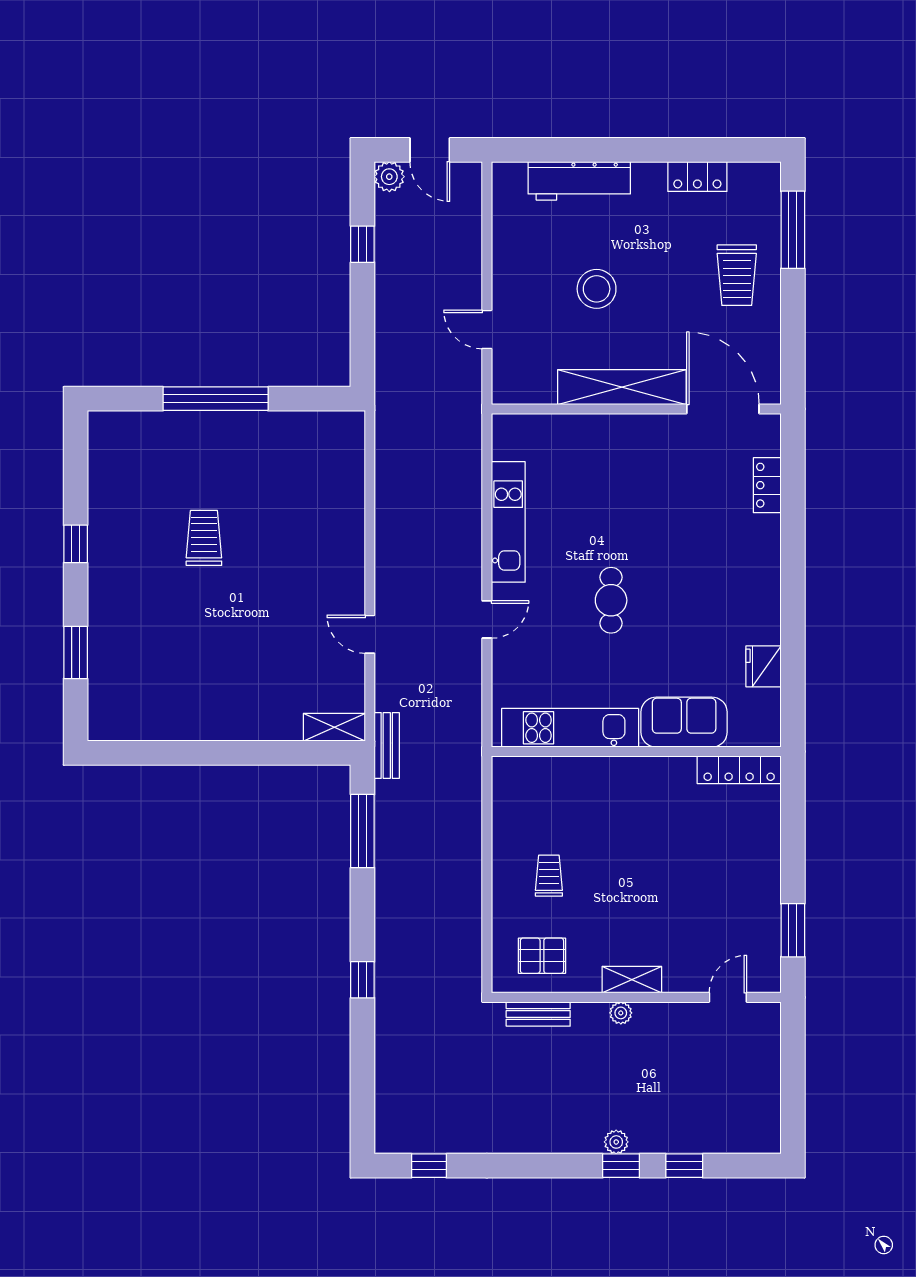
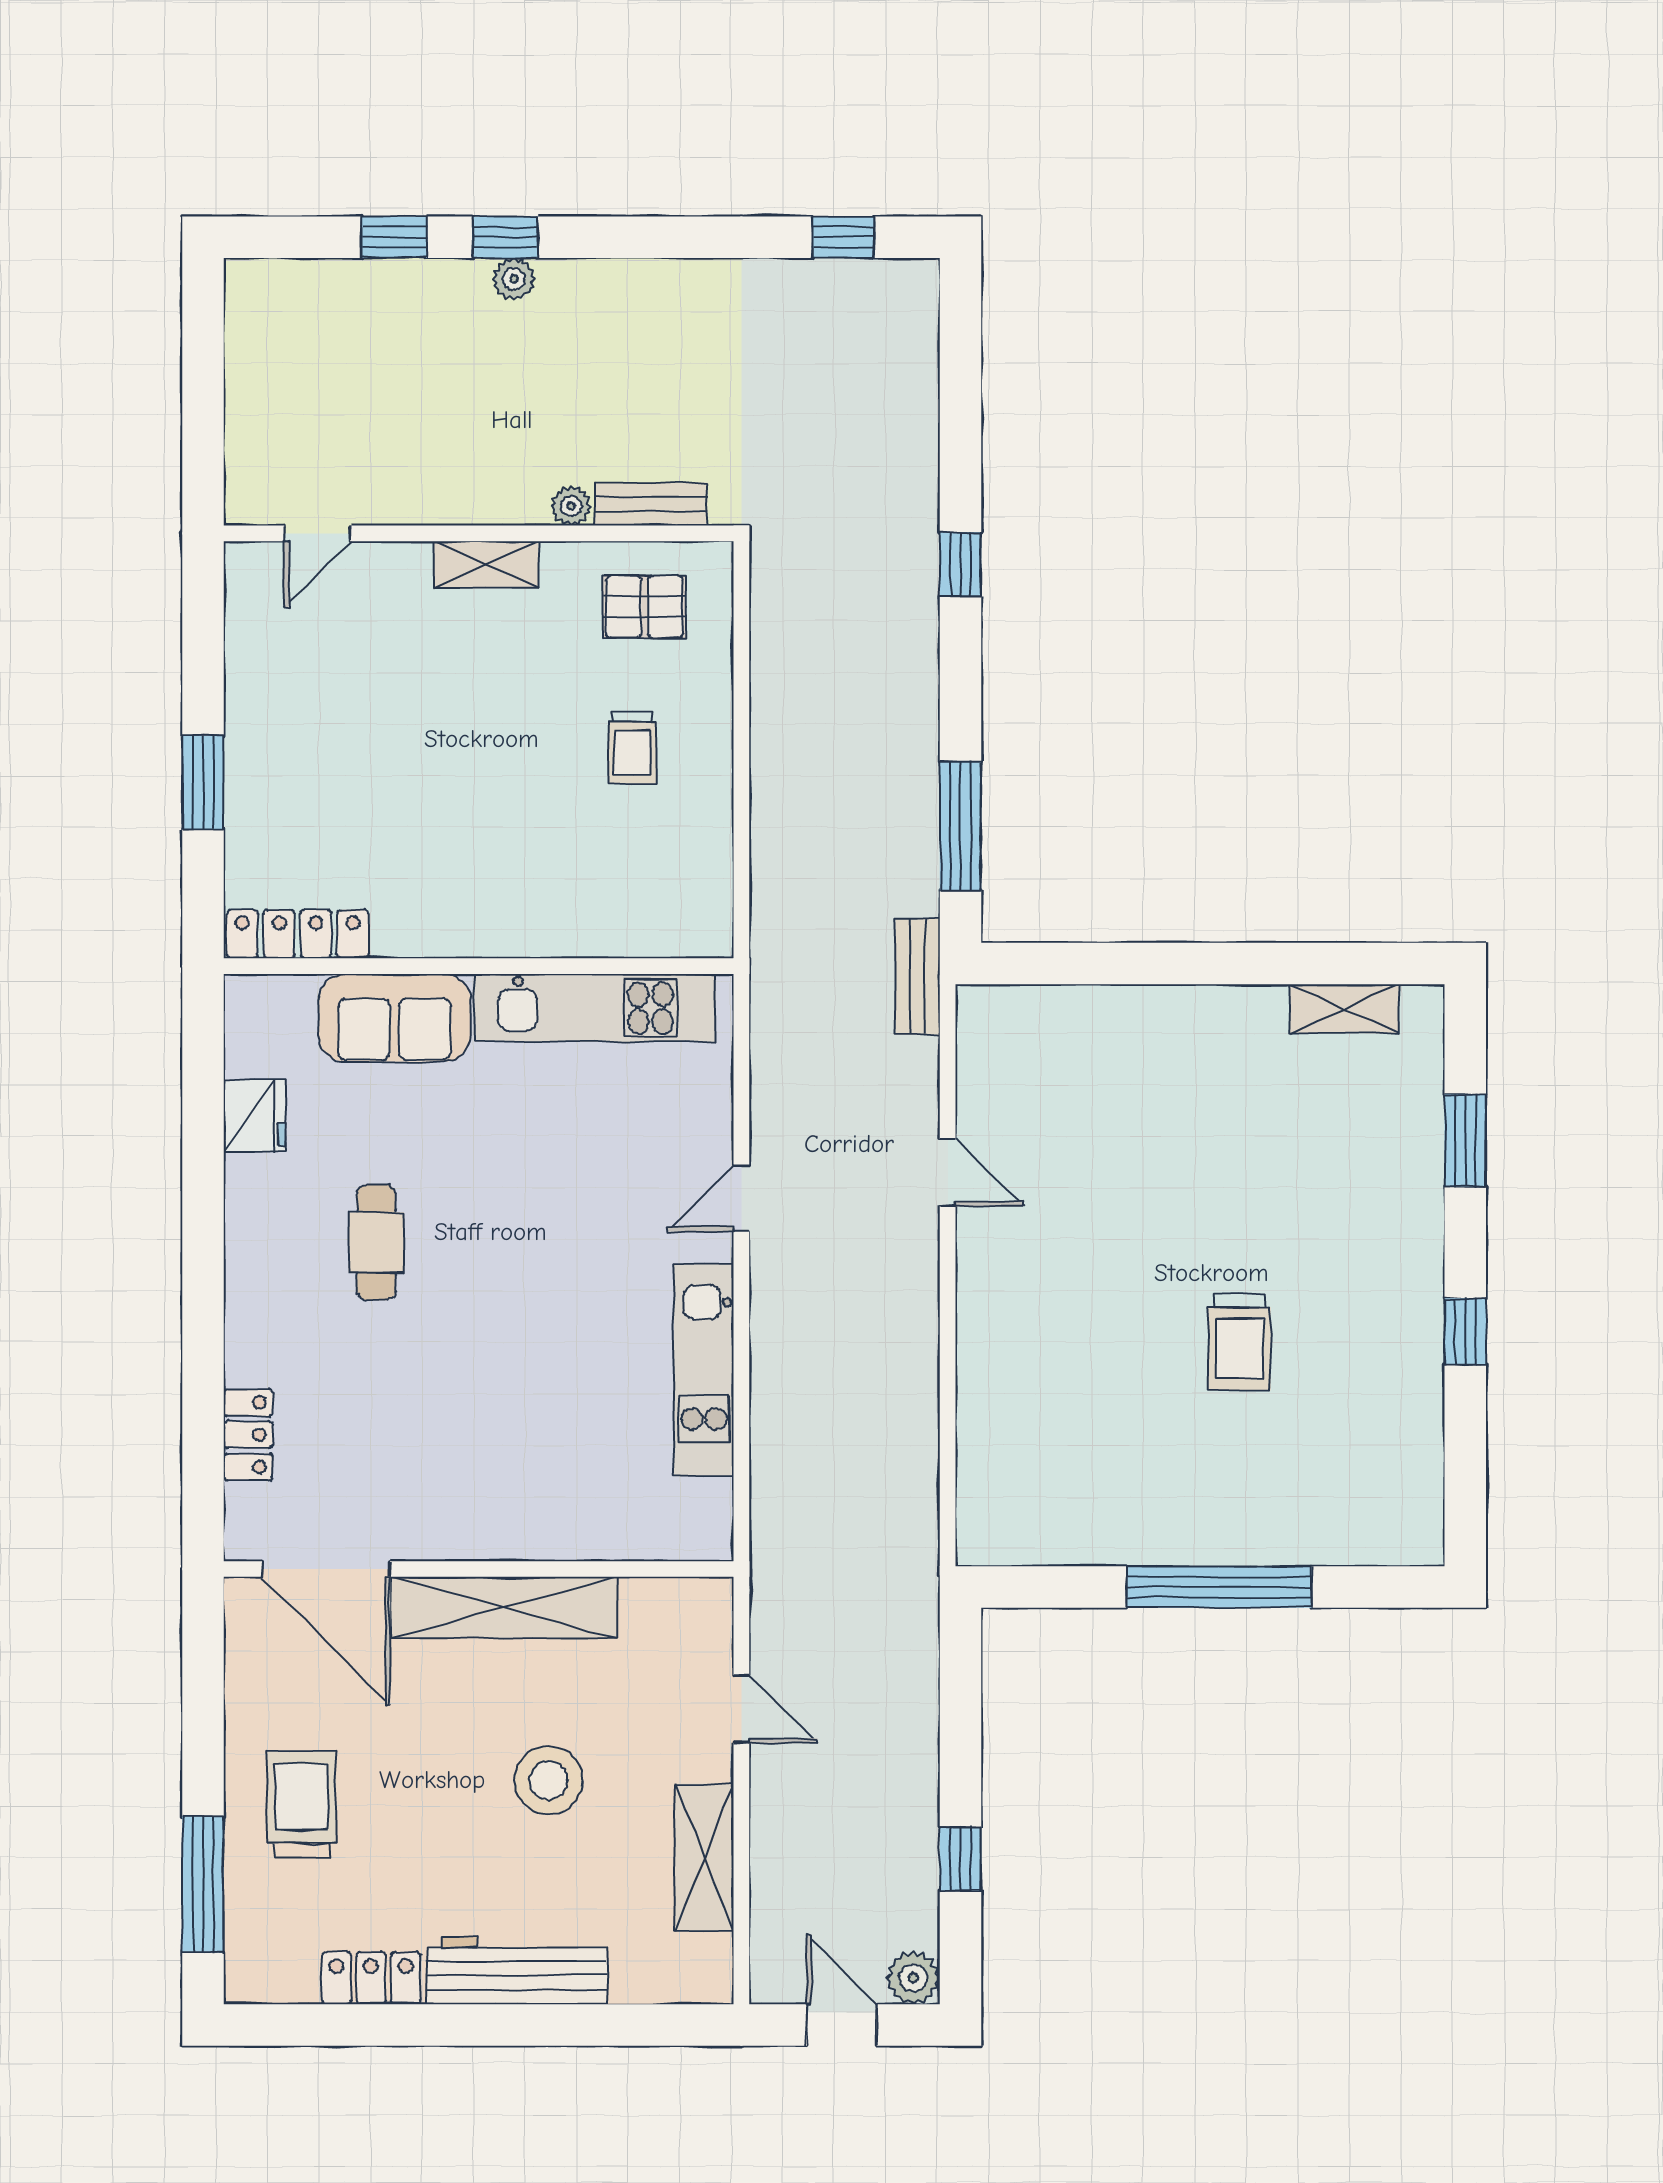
workbench: (579, 181) -> (517, 1970), moved
shelving: (508, 245) -> (704, 1857), added
cafe table: (611, 600) -> (376, 1242), moved
shelving: (334, 727) -> (1345, 1009), moved
window: (793, 930) -> (203, 783), moved
plant: (621, 1013) -> (571, 506), moved

